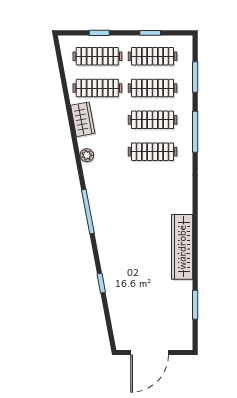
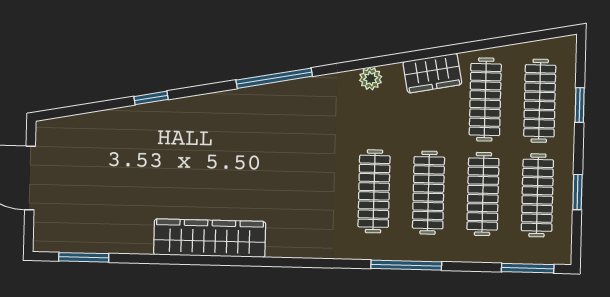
window: (195, 77) -> (528, 268), moved
window: (195, 305) -> (84, 257), moved

